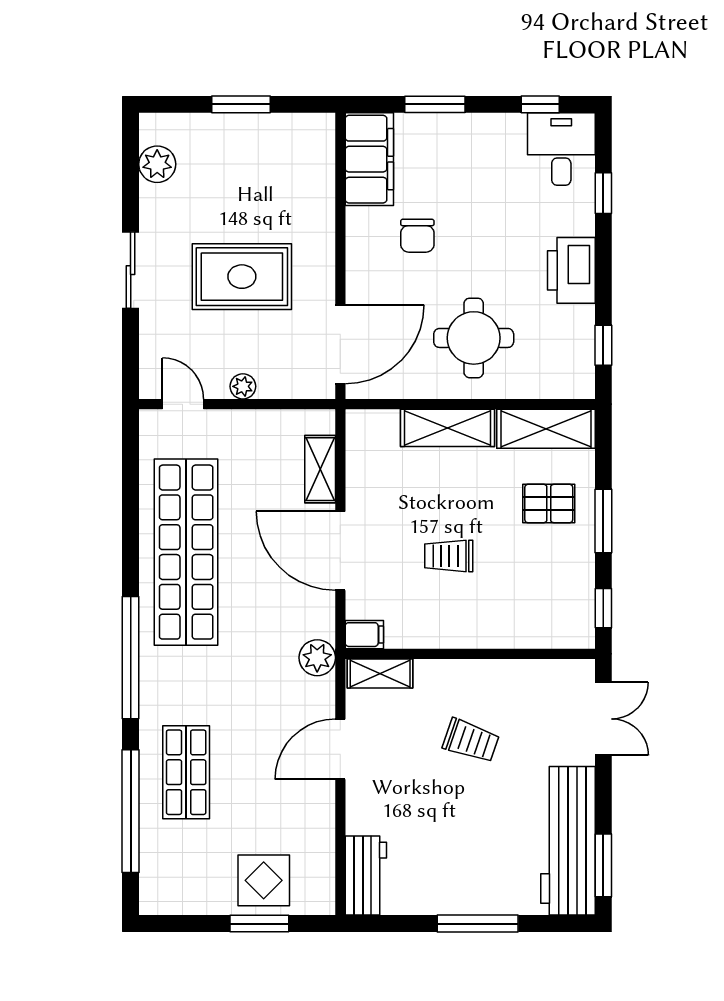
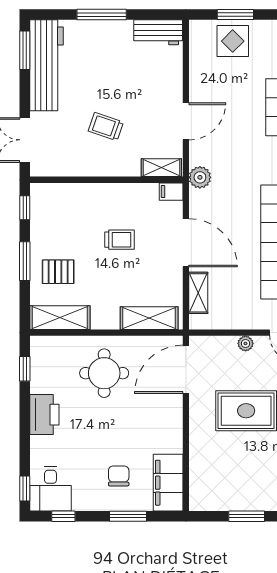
window: (603, 193) -> (25, 488), moved
chair: (417, 236) -> (119, 476), moved
shelving: (447, 428) -> (149, 318), moved
workbench: (366, 876) -> (158, 32), moved, turned -90

